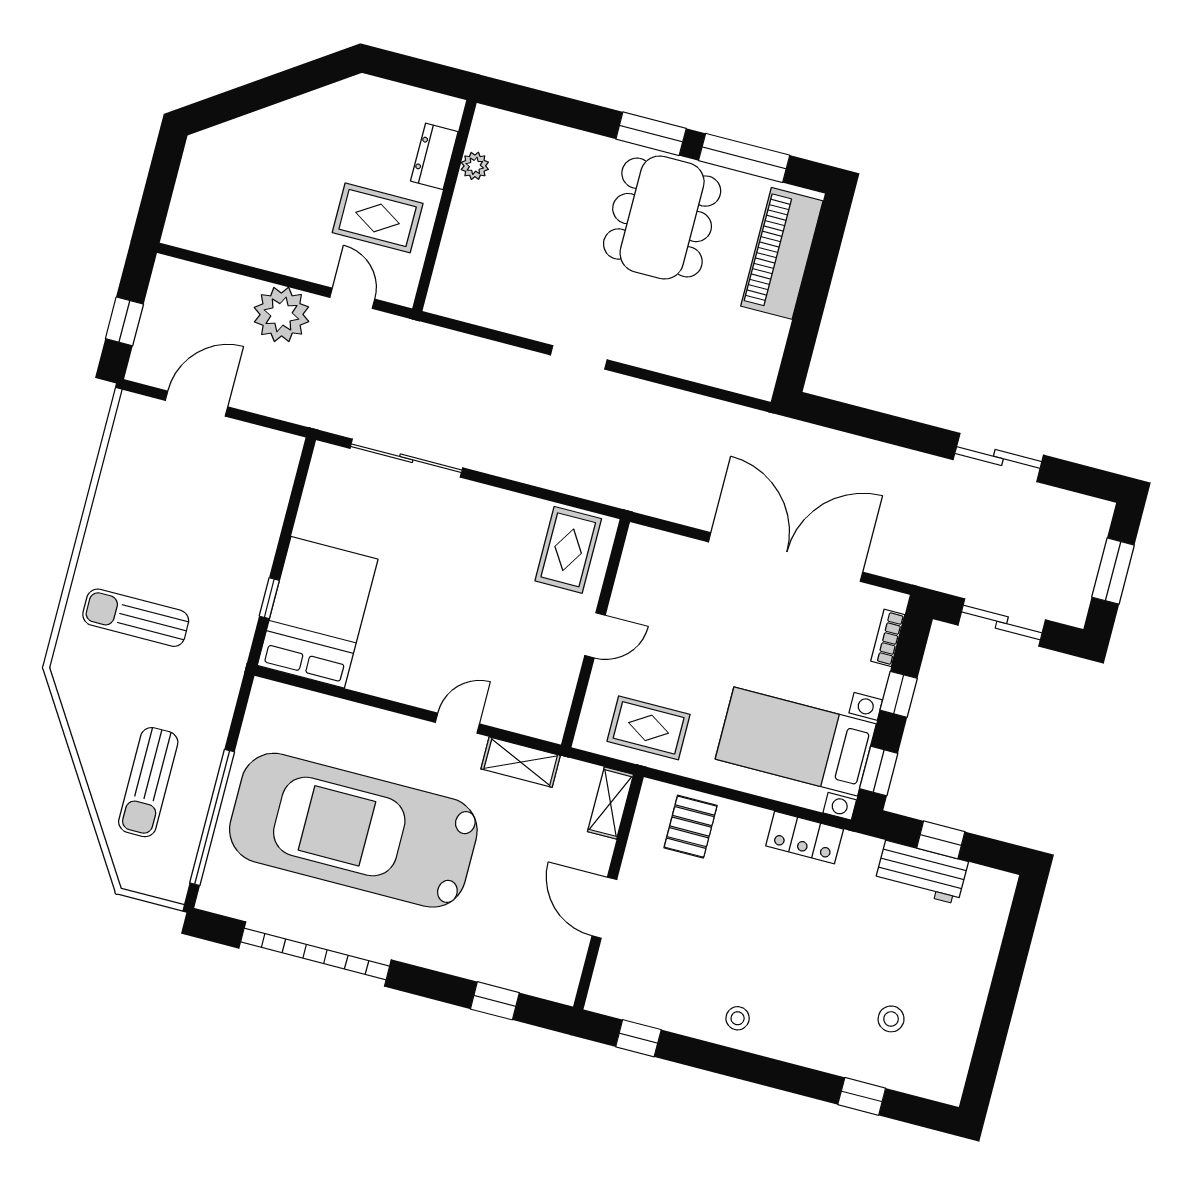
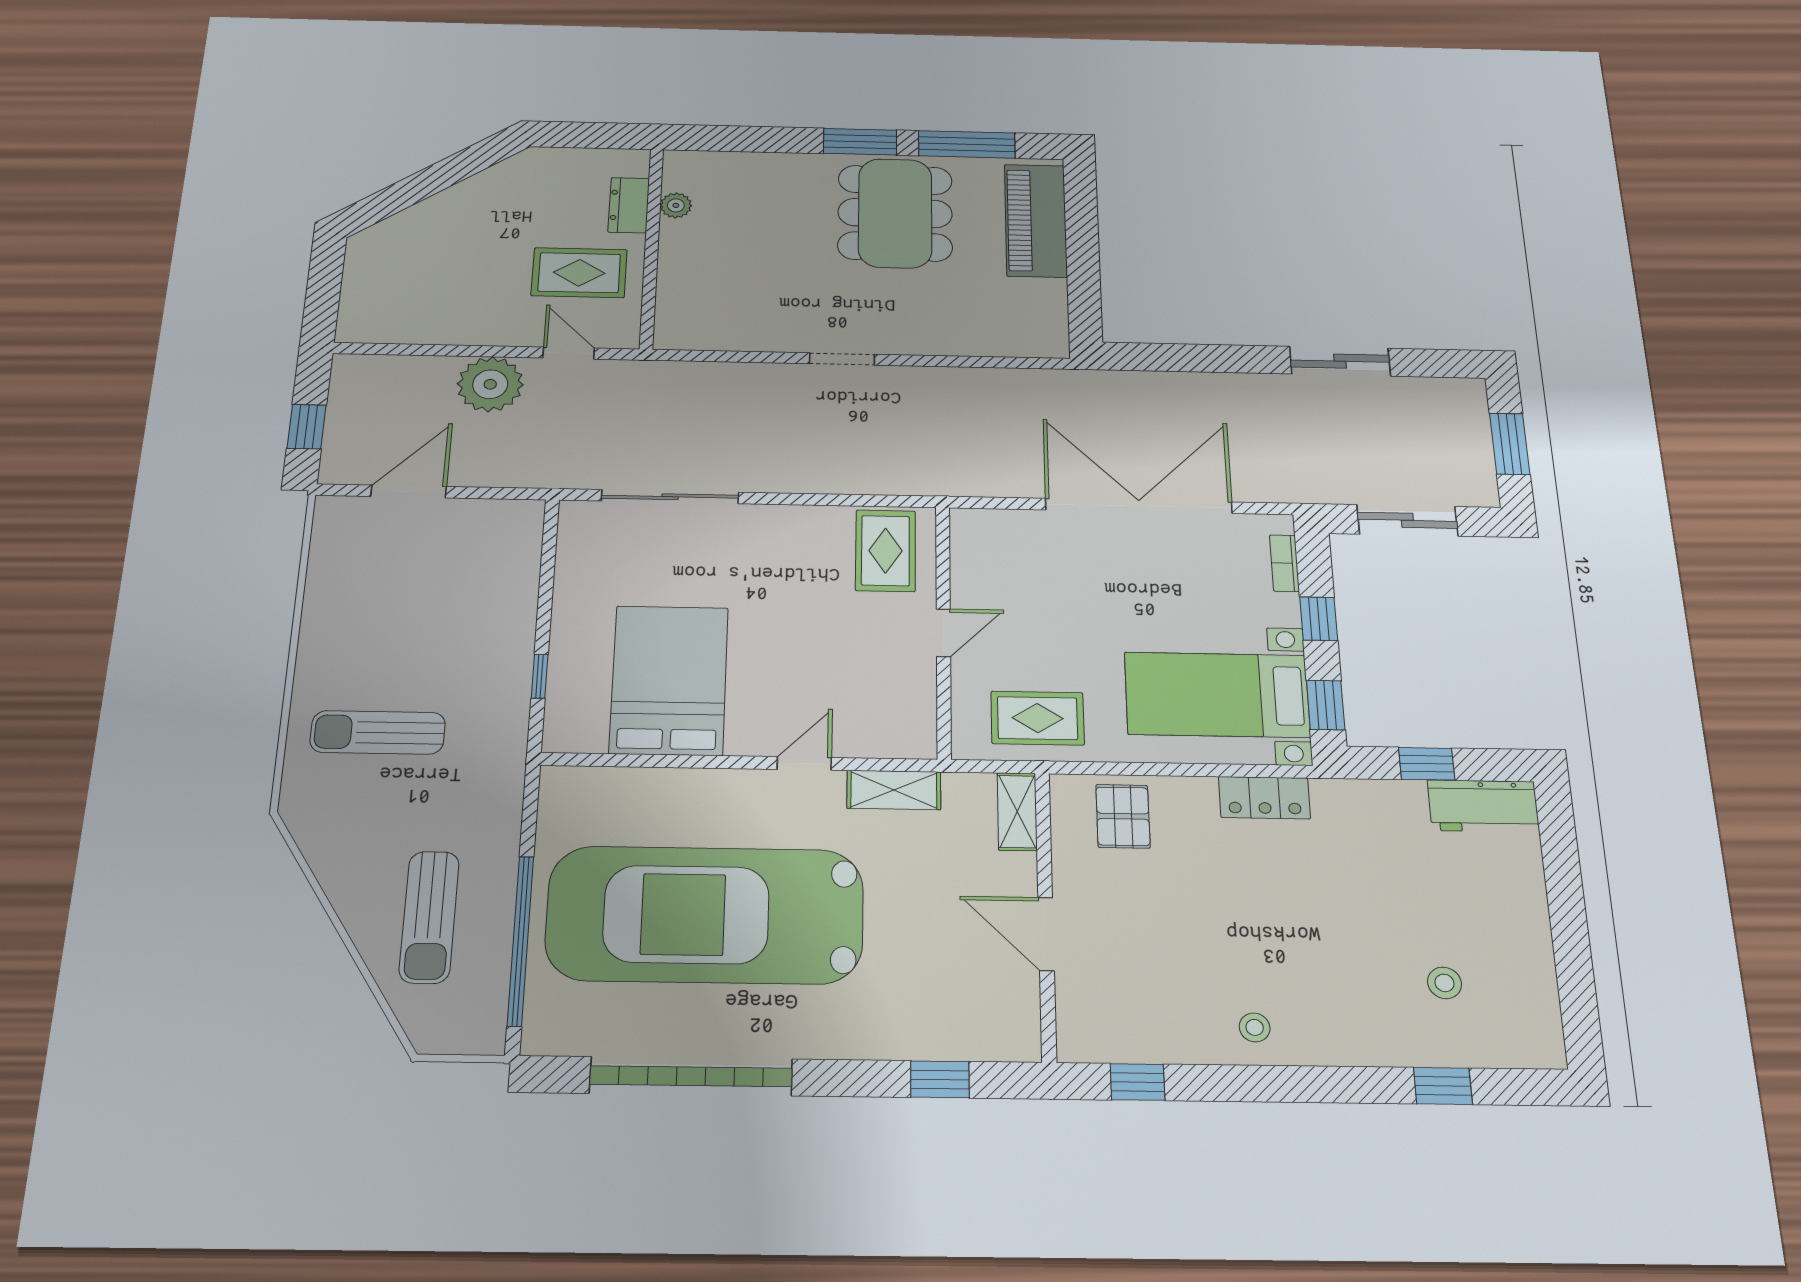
bed: (318, 612) -> (669, 680), moved
workbench: (922, 872) -> (1483, 806), moved

